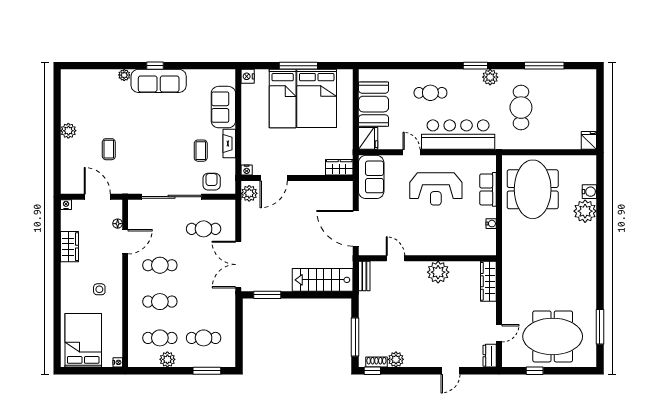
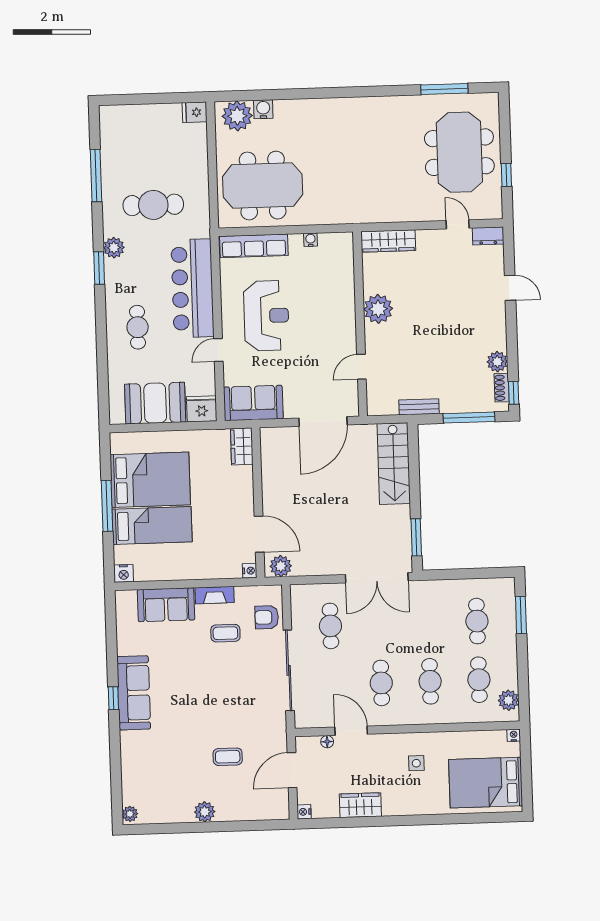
plant: (124, 75) -> (130, 814), moved
row of seats: (488, 189) -> (254, 246), width x1.48
plant: (585, 211) -> (237, 116), moved
bench: (364, 276) -> (419, 407), moved
plant: (167, 359) -> (508, 700), moved

